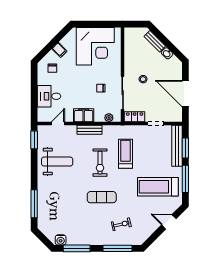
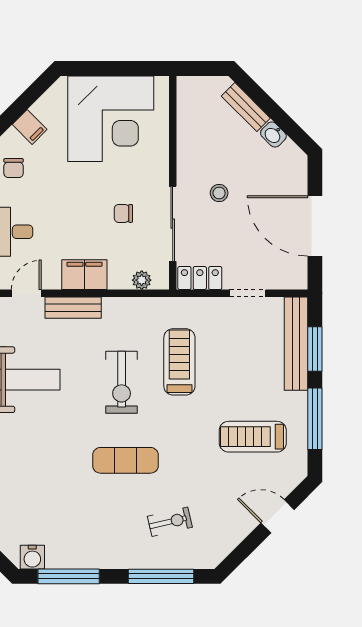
bench: (89, 130) -> (73, 308), moved
treadmill: (158, 187) -> (253, 437), width x0.73, depth x0.73

